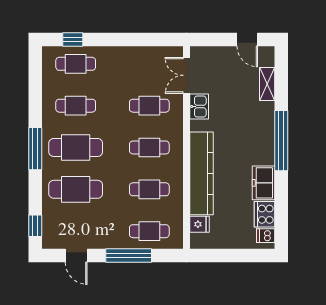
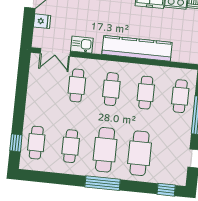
fridge: (199, 224) -> (42, 21), moved, turned 90

